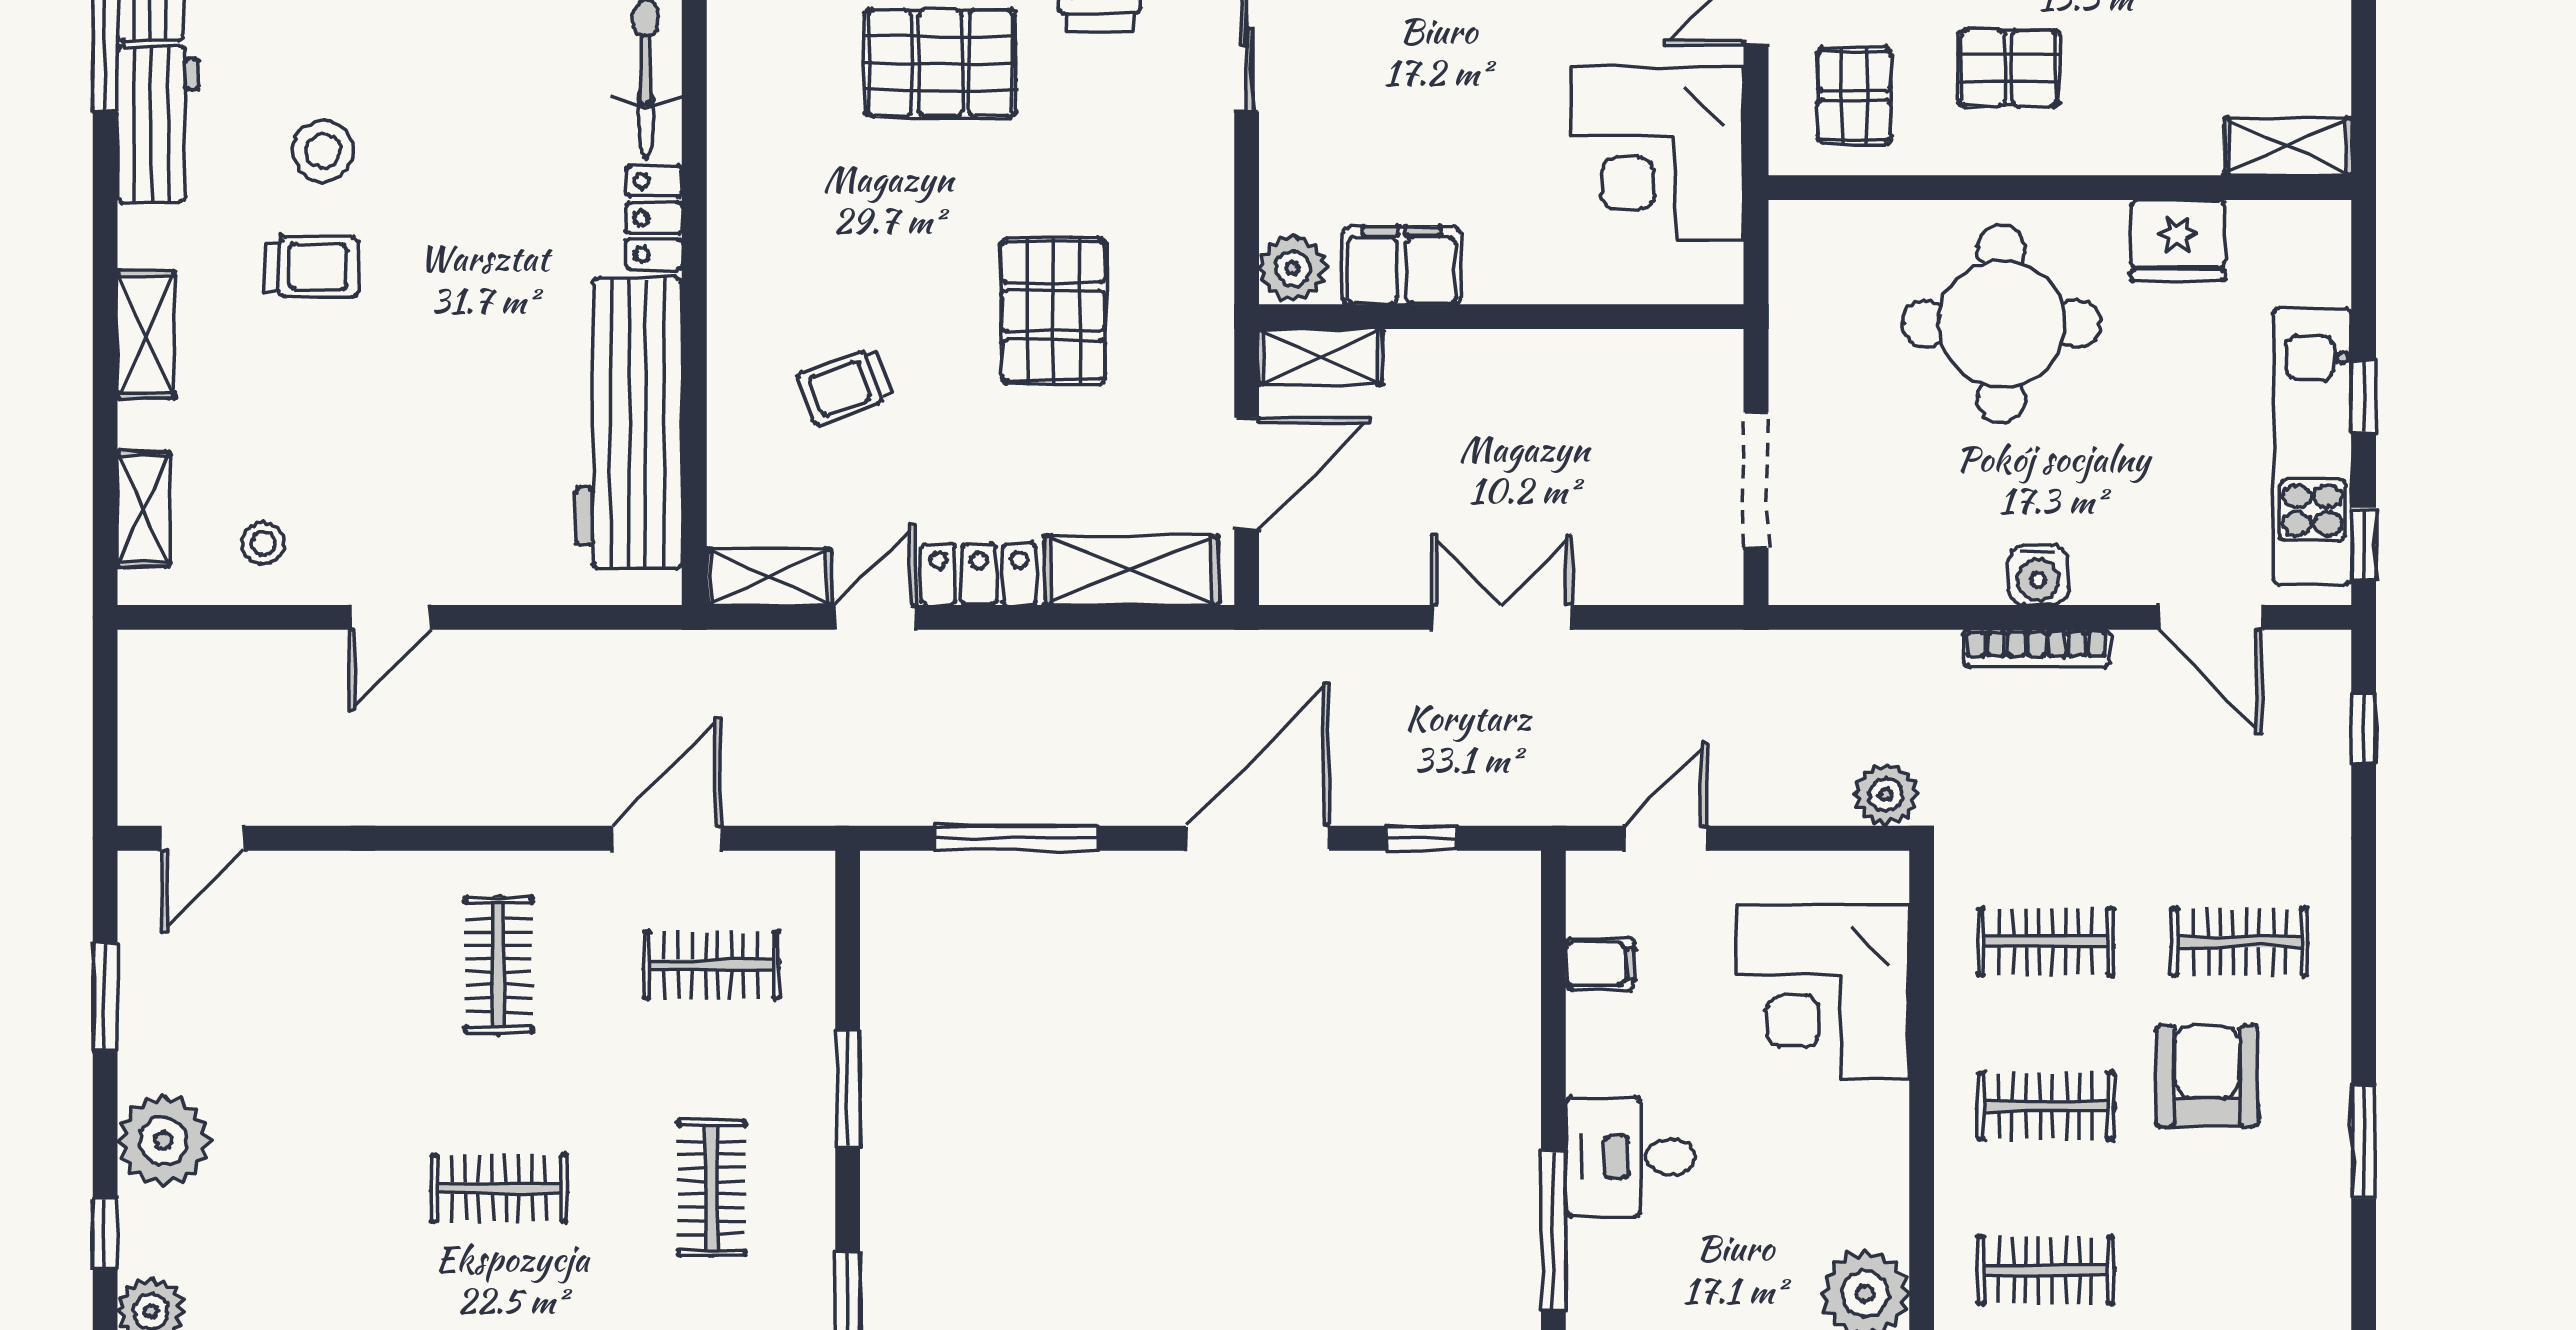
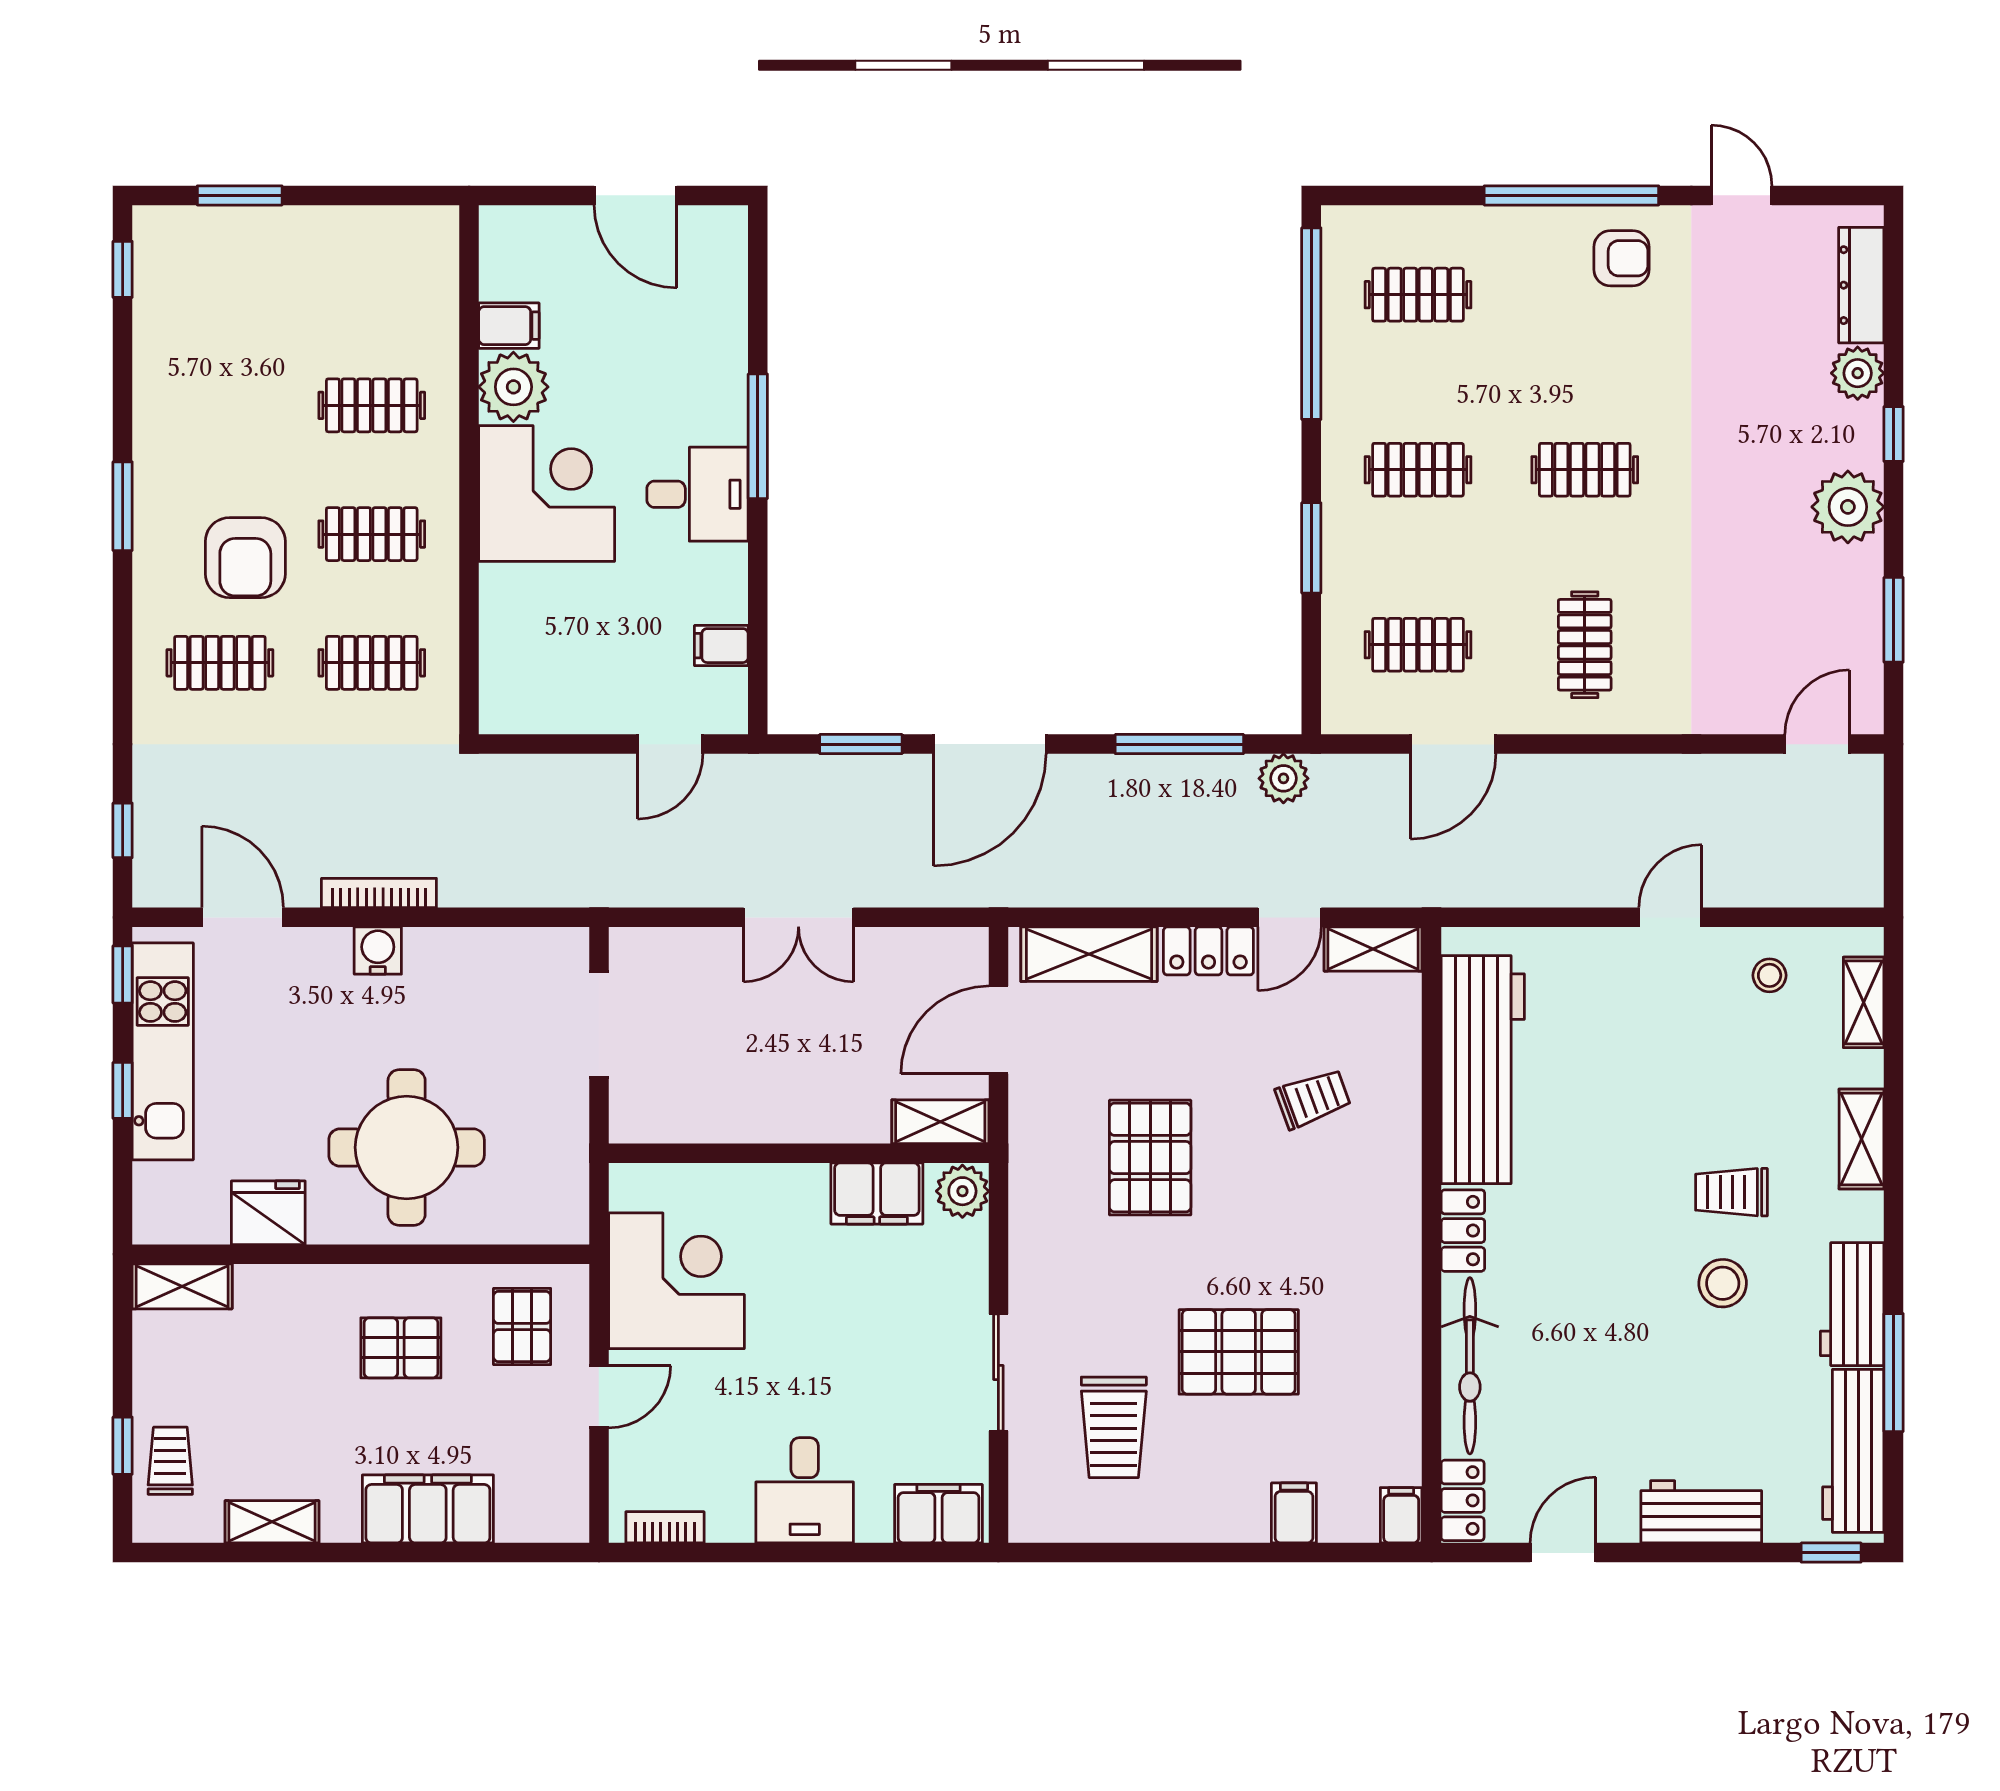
plant: (1886, 794) -> (1283, 778), moved
window: (1422, 838) -> (861, 744), width x1.50
corner desk: (1823, 992) -> (547, 493), moved
clothes rail: (712, 1188) -> (1418, 470), turned 90

